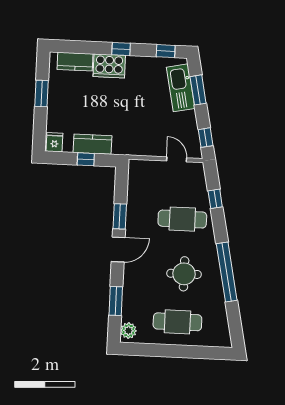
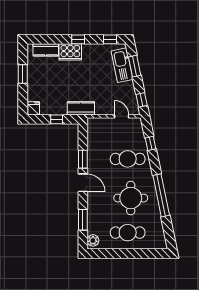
kitchen counter: (92, 144) -> (81, 108), moved
door: (118, 250) -> (83, 183), hinge flipped
round table: (184, 274) -> (131, 198), width x1.36, depth x1.36

